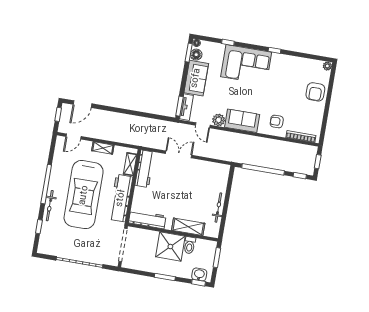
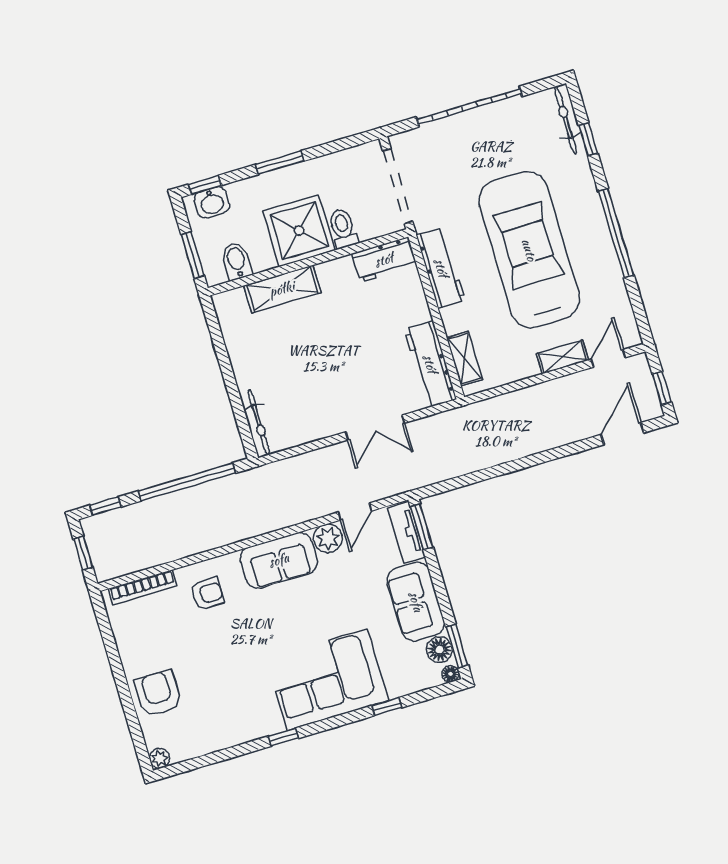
door: (203, 125) -> (355, 512), swing flipped
shelving: (103, 148) -> (562, 357), moved
workbench: (121, 198) -> (441, 268), width x0.73, depth x0.76
bicycle: (50, 206) -> (566, 120), moved
bicycle: (218, 208) -> (259, 422), moved
workbench: (147, 219) -> (384, 260), width x0.73
toilet: (190, 245) -> (343, 228), moved
bidet: (201, 247) -> (237, 261), added

